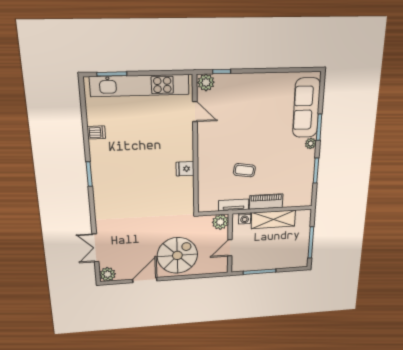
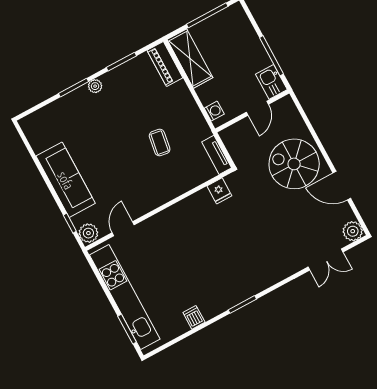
sofa: (306, 108) -> (66, 180), moved, turned -90
fridge: (185, 169) -> (219, 191), moved
piano: (266, 202) -> (165, 64), moved
tv unit: (234, 205) -> (217, 155), moved
shelving: (273, 219) -> (190, 59), moved
plant: (220, 222) -> (231, 136), removed
door: (230, 248) -> (257, 108), hinge flipped
kitchen sink: (242, 264) -> (271, 82), added

